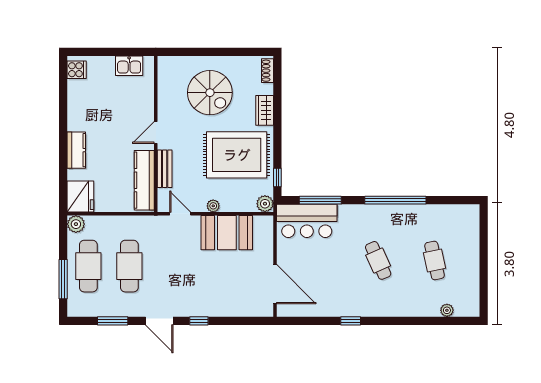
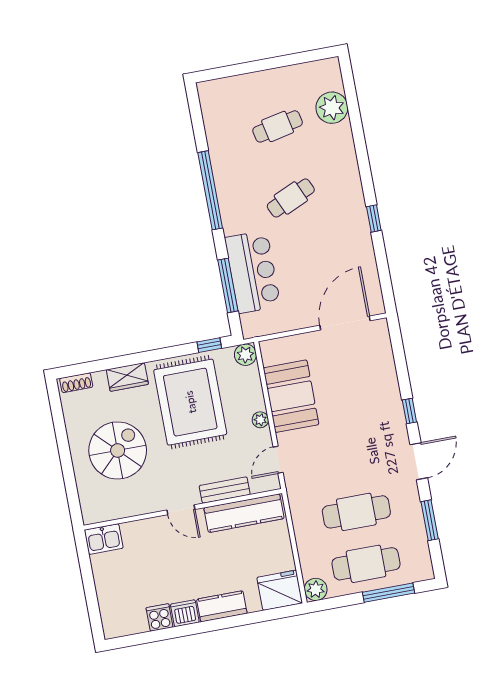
kitchen sink: (129, 66) -> (104, 539), moved, turned 90
cooker: (77, 70) -> (159, 618), moved
dishwasher: (76, 121) -> (185, 613), added
bar counter: (307, 221) -> (253, 272), moved
plant: (447, 310) -> (332, 108), width x1.88, depth x1.88

